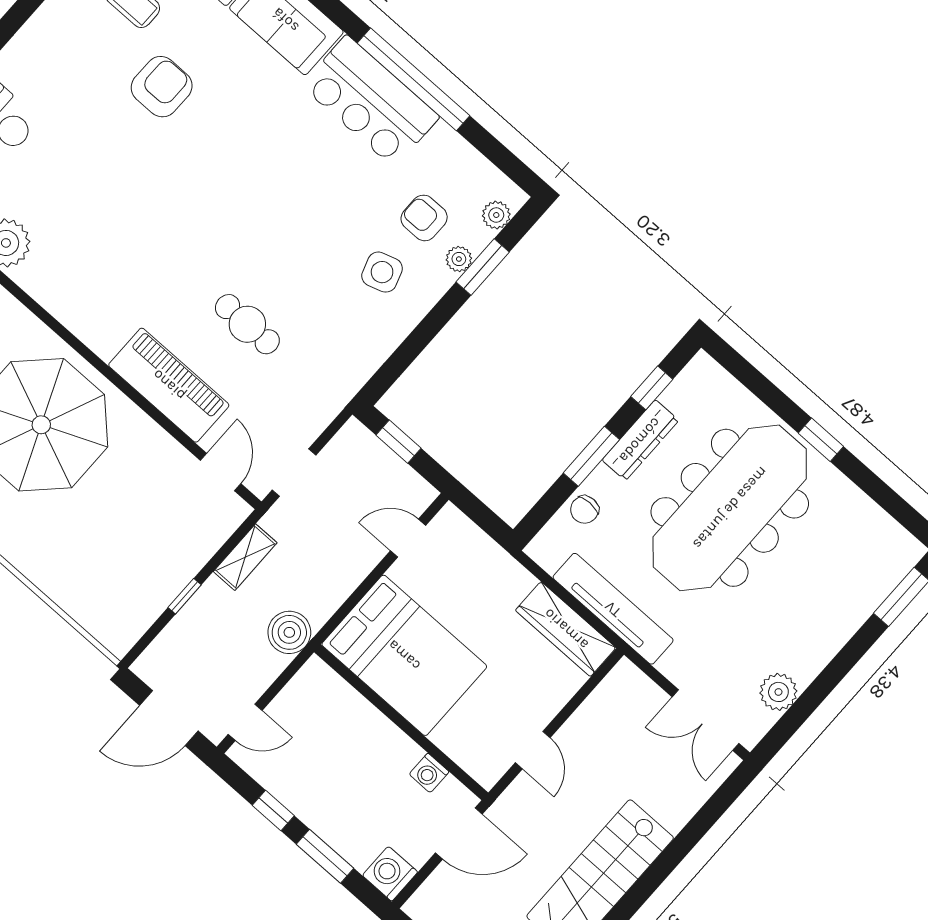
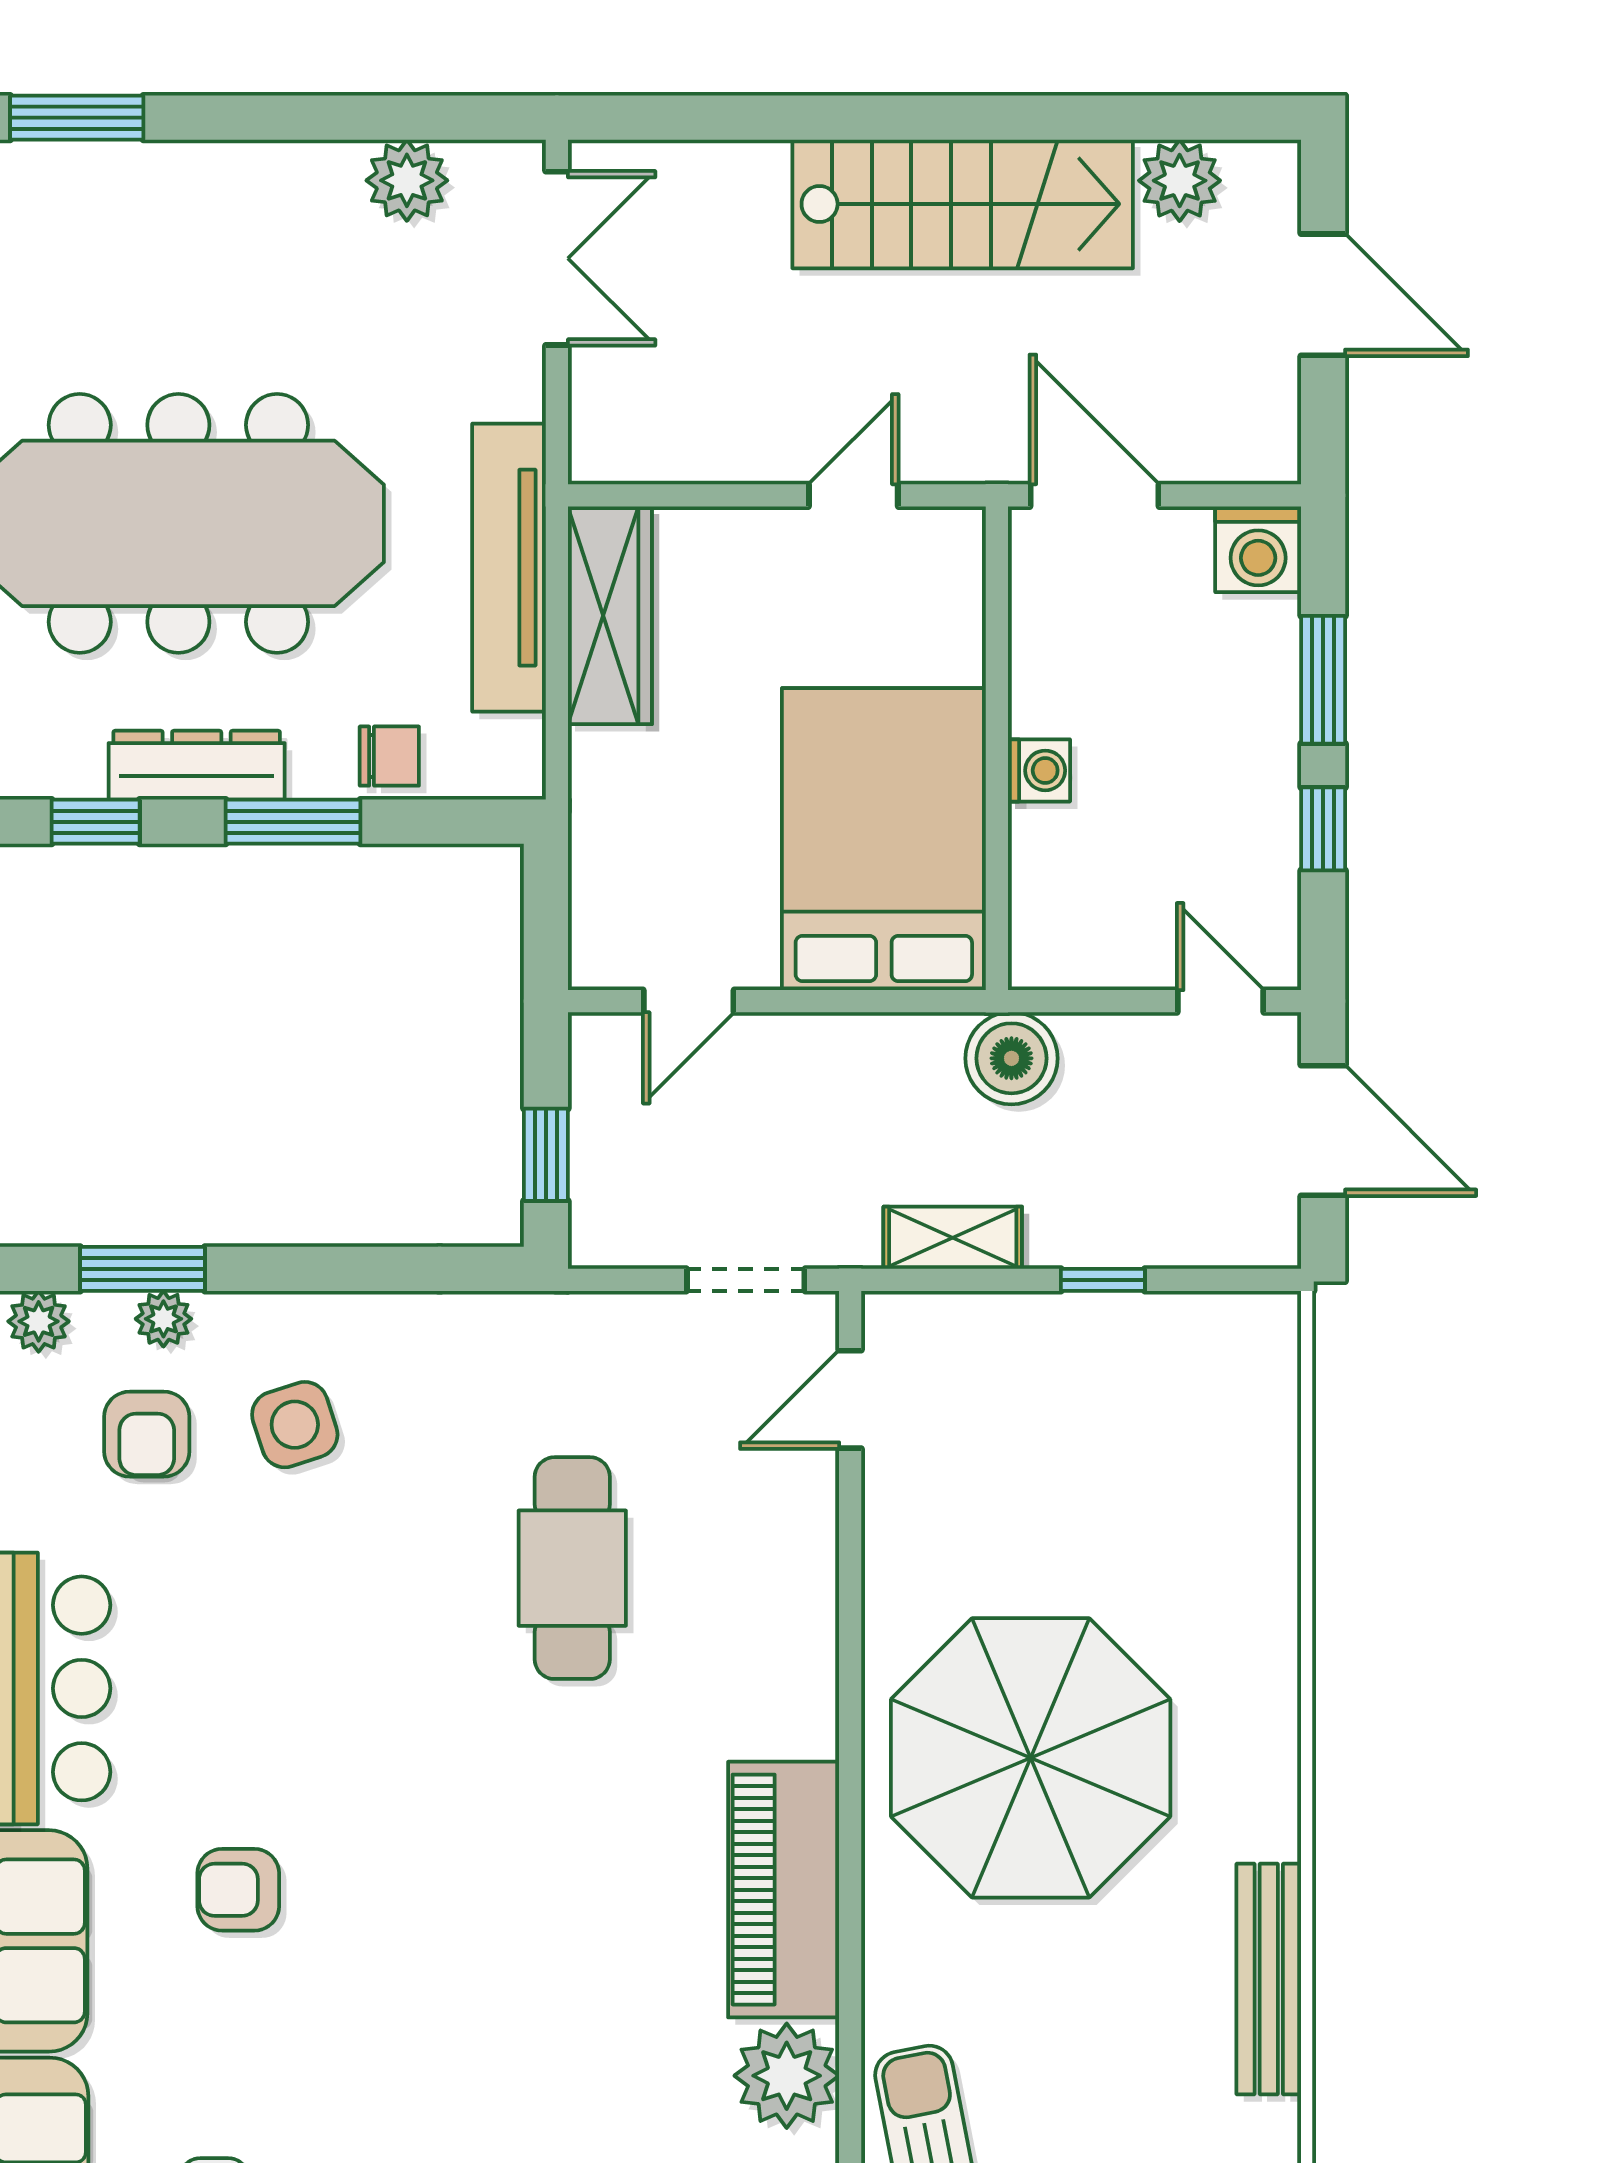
armchair: (162, 87) -> (238, 1890), moved, width x0.72, depth x0.72
cafe table: (247, 324) -> (572, 1568), width x1.37, depth x1.35
piano: (169, 385) -> (784, 1890), moved
door: (408, 538) -> (689, 1001), hinge flipped
washing machine: (429, 773) -> (1039, 770), moved

